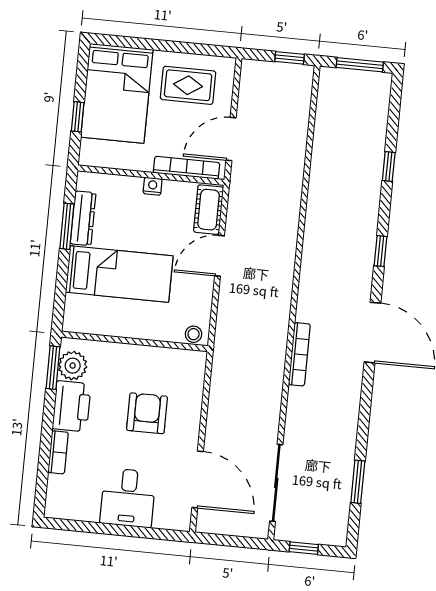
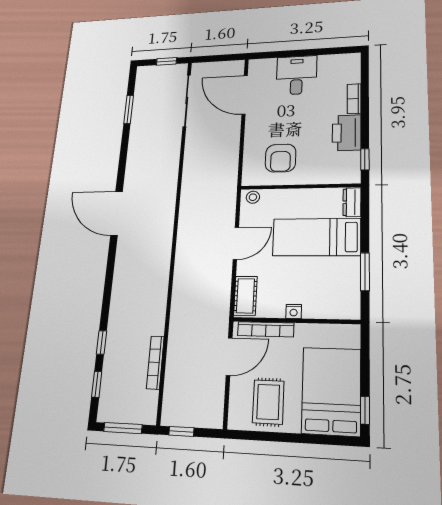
rug: (188, 85) -> (268, 402), turned 90
window: (78, 117) -> (365, 410), moved
dresser: (83, 218) -> (352, 202), moved, width x0.70
window: (380, 251) -> (97, 384), moved
door: (220, 256) -> (236, 243), moved
bookcase: (299, 354) -> (155, 362), moved
plant: (73, 366) -> (349, 163), removed
window: (53, 368) -> (365, 159), width x0.67
armchair: (147, 413) -> (281, 158), moved

